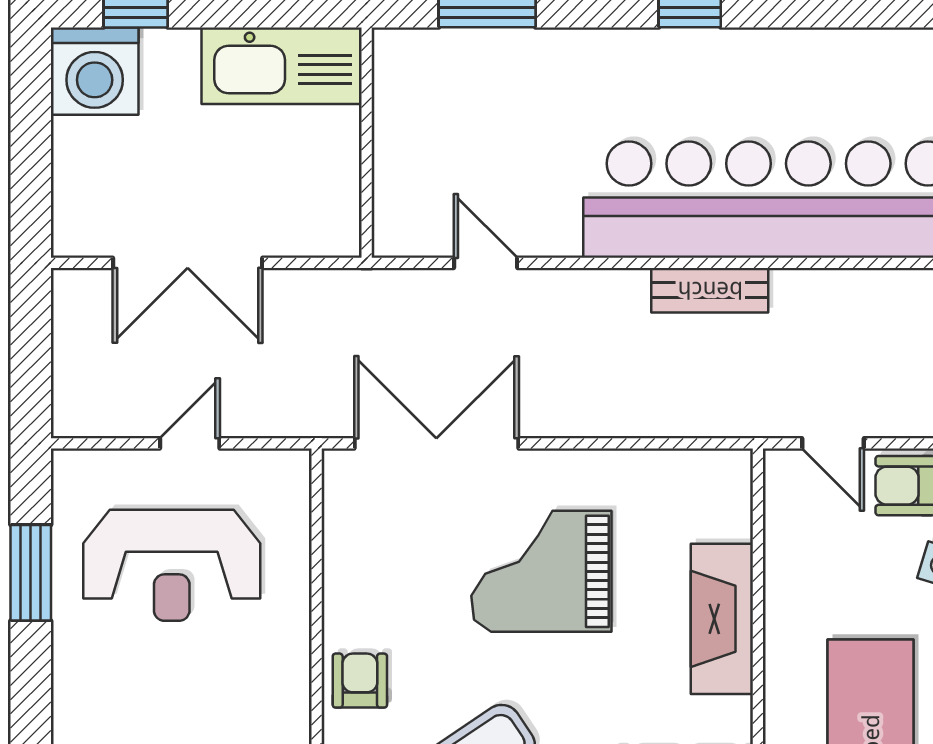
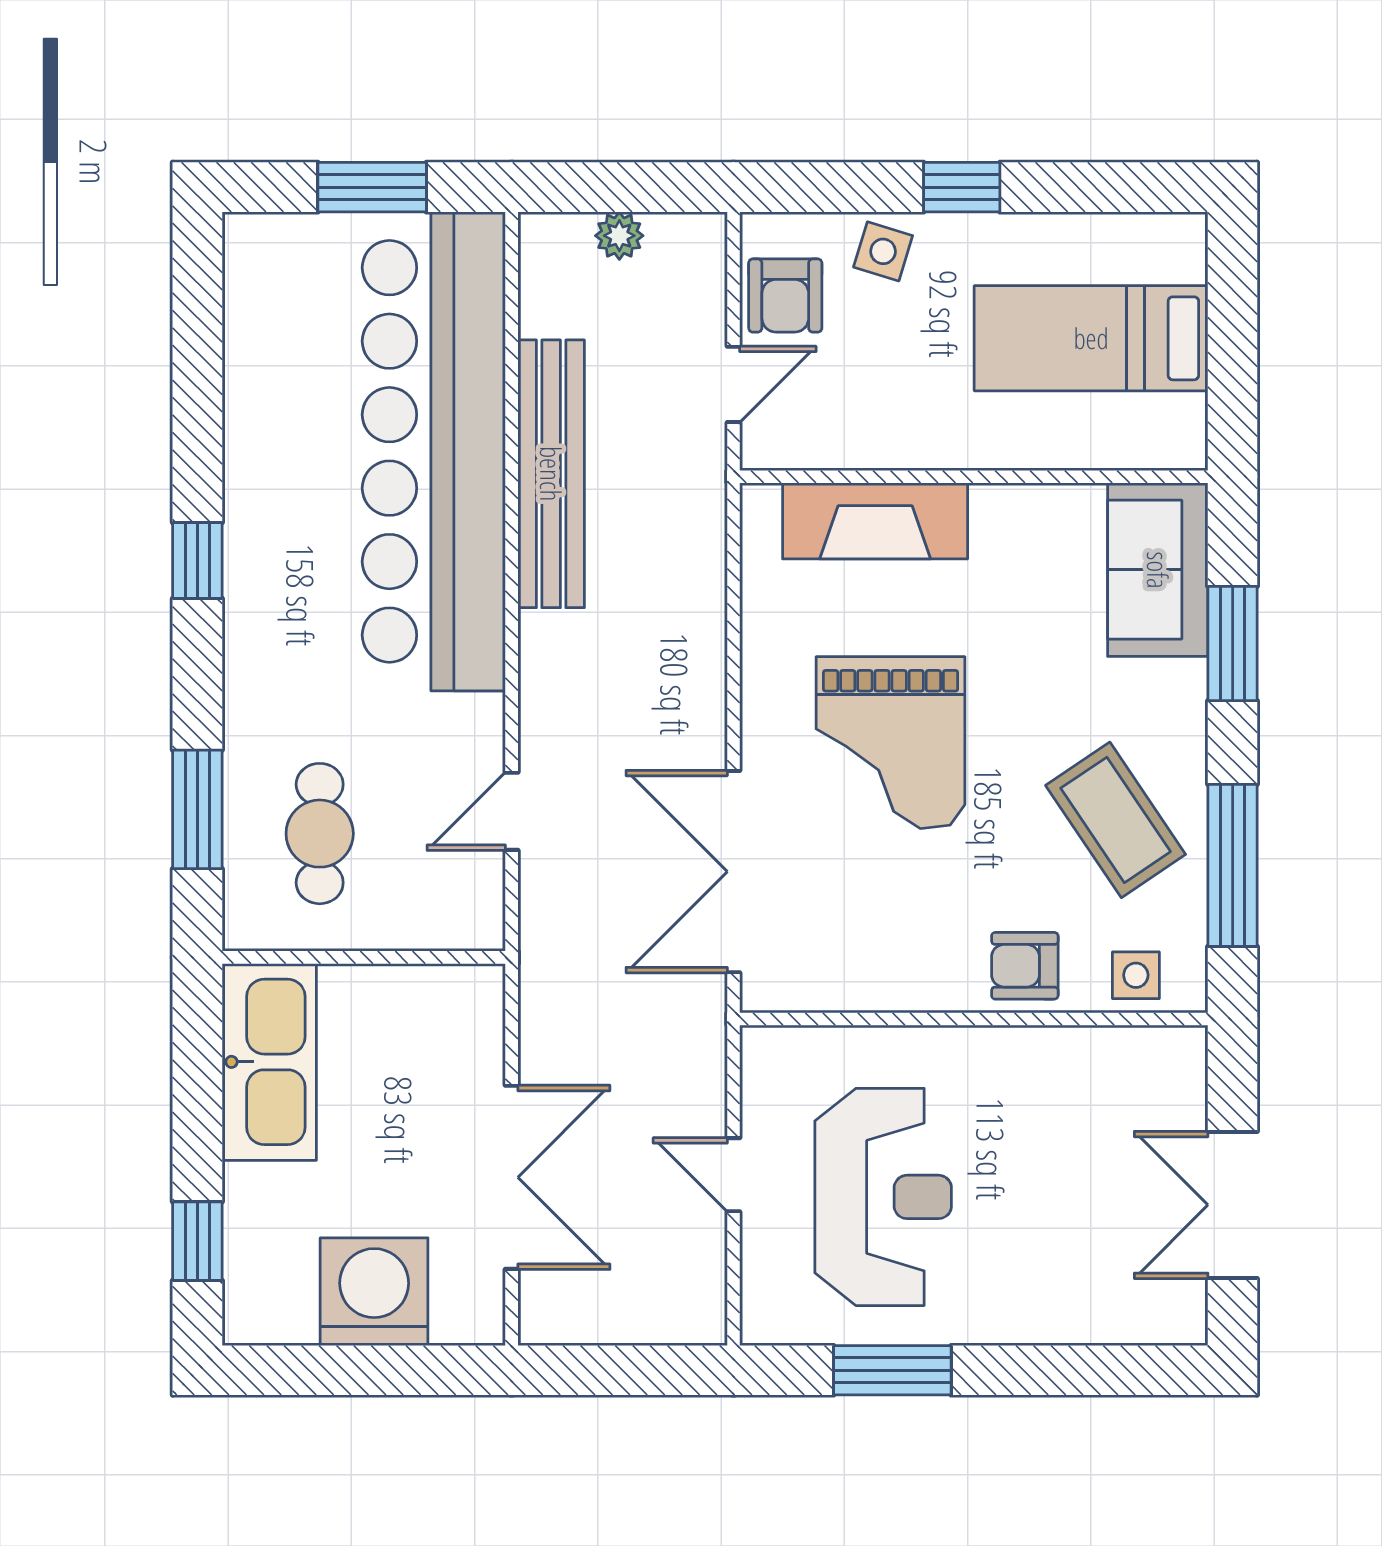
washing machine: (95, 71) -> (374, 1292), moved, turned -90
cafe table: (467, 107) -> (320, 834), added
bench: (710, 290) -> (551, 474), width x1.86, depth x1.21
fireplace: (722, 619) -> (875, 521), moved

